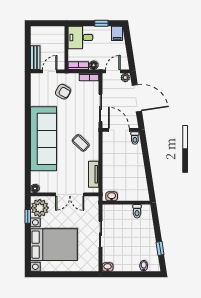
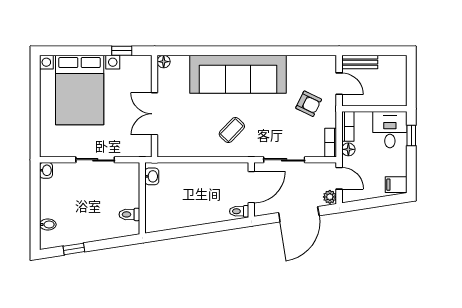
window: (101, 23) -> (411, 136), moved
armchair: (63, 92) -> (309, 104), turned -94
tv unit: (94, 174) -> (185, 150), removed
plant: (40, 208) -> (134, 69), removed

